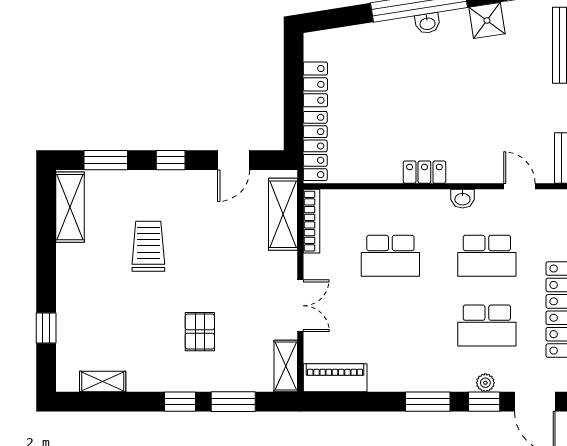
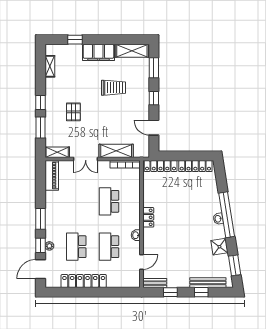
locker: (315, 84) -> (195, 166), width x1.53
shelving: (283, 214) -> (116, 151), moved
filing cabinet: (73, 278) -> (98, 52), added
pallet: (200, 332) -> (73, 112), turned 90

